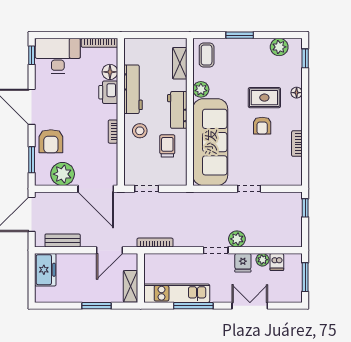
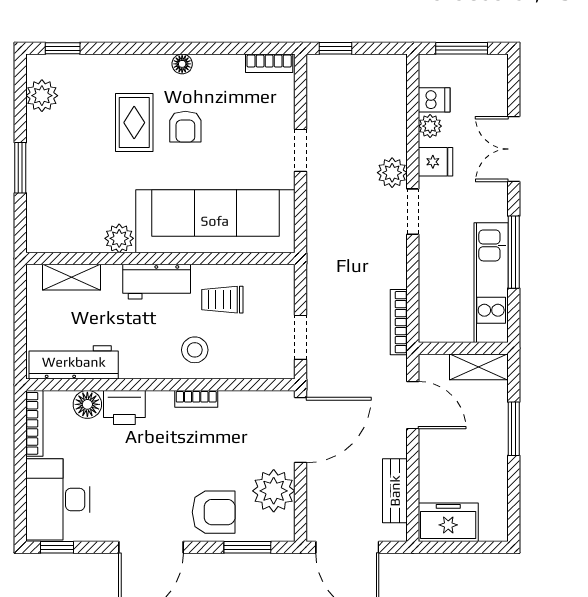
coffee table: (207, 55) -> (57, 228), removed
workbench: (133, 89) -> (74, 362), moved
floor lamp: (297, 93) -> (182, 64), moved
armchair: (262, 126) -> (185, 127), turned 90
bookcase: (297, 144) -> (269, 63), moved

